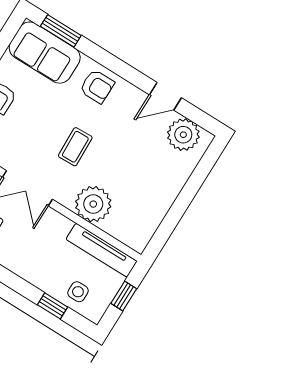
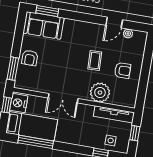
armchair: (97, 86) -> (123, 70), moved
plant: (183, 135) -> (128, 34), width x0.53, depth x0.53
coffee table: (75, 147) -> (95, 60), moved

